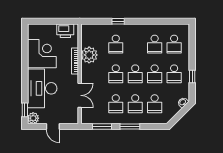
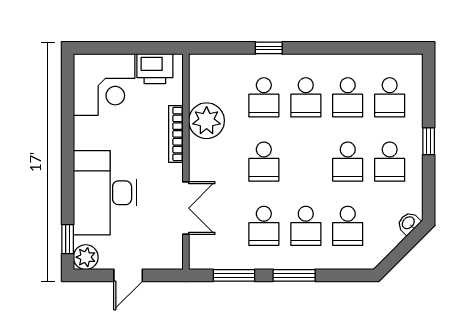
corner desk: (42, 54) -> (104, 85), moved, turned 90
school desk: (135, 74) -> (306, 97), moved
window: (192, 77) -> (429, 141), moved
door: (53, 127) -> (128, 275), hinge flipped

